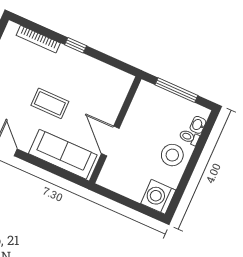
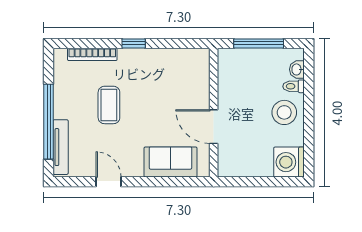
coffee table: (50, 103) -> (109, 105), moved, turned 90
sofa: (63, 154) -> (171, 162), width x0.73

